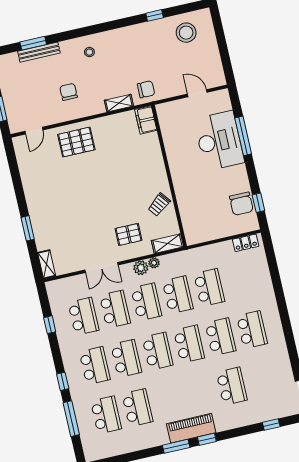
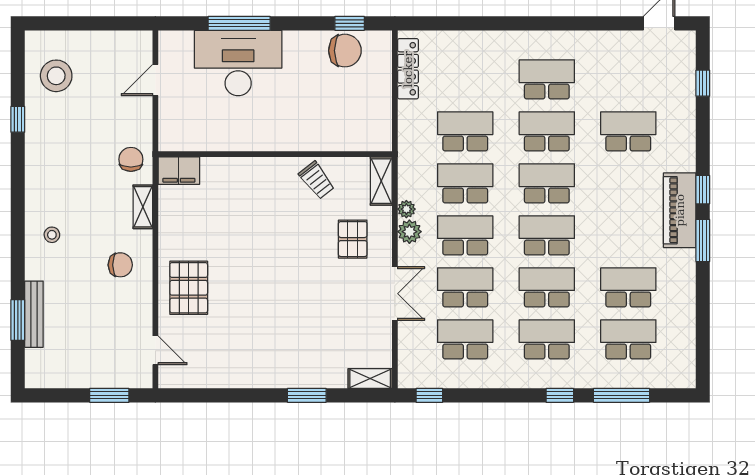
chair: (69, 92) -> (120, 265), moved, turned 180
locker: (246, 243) -> (408, 69), width x1.53
window: (50, 325) -> (429, 395), moved

